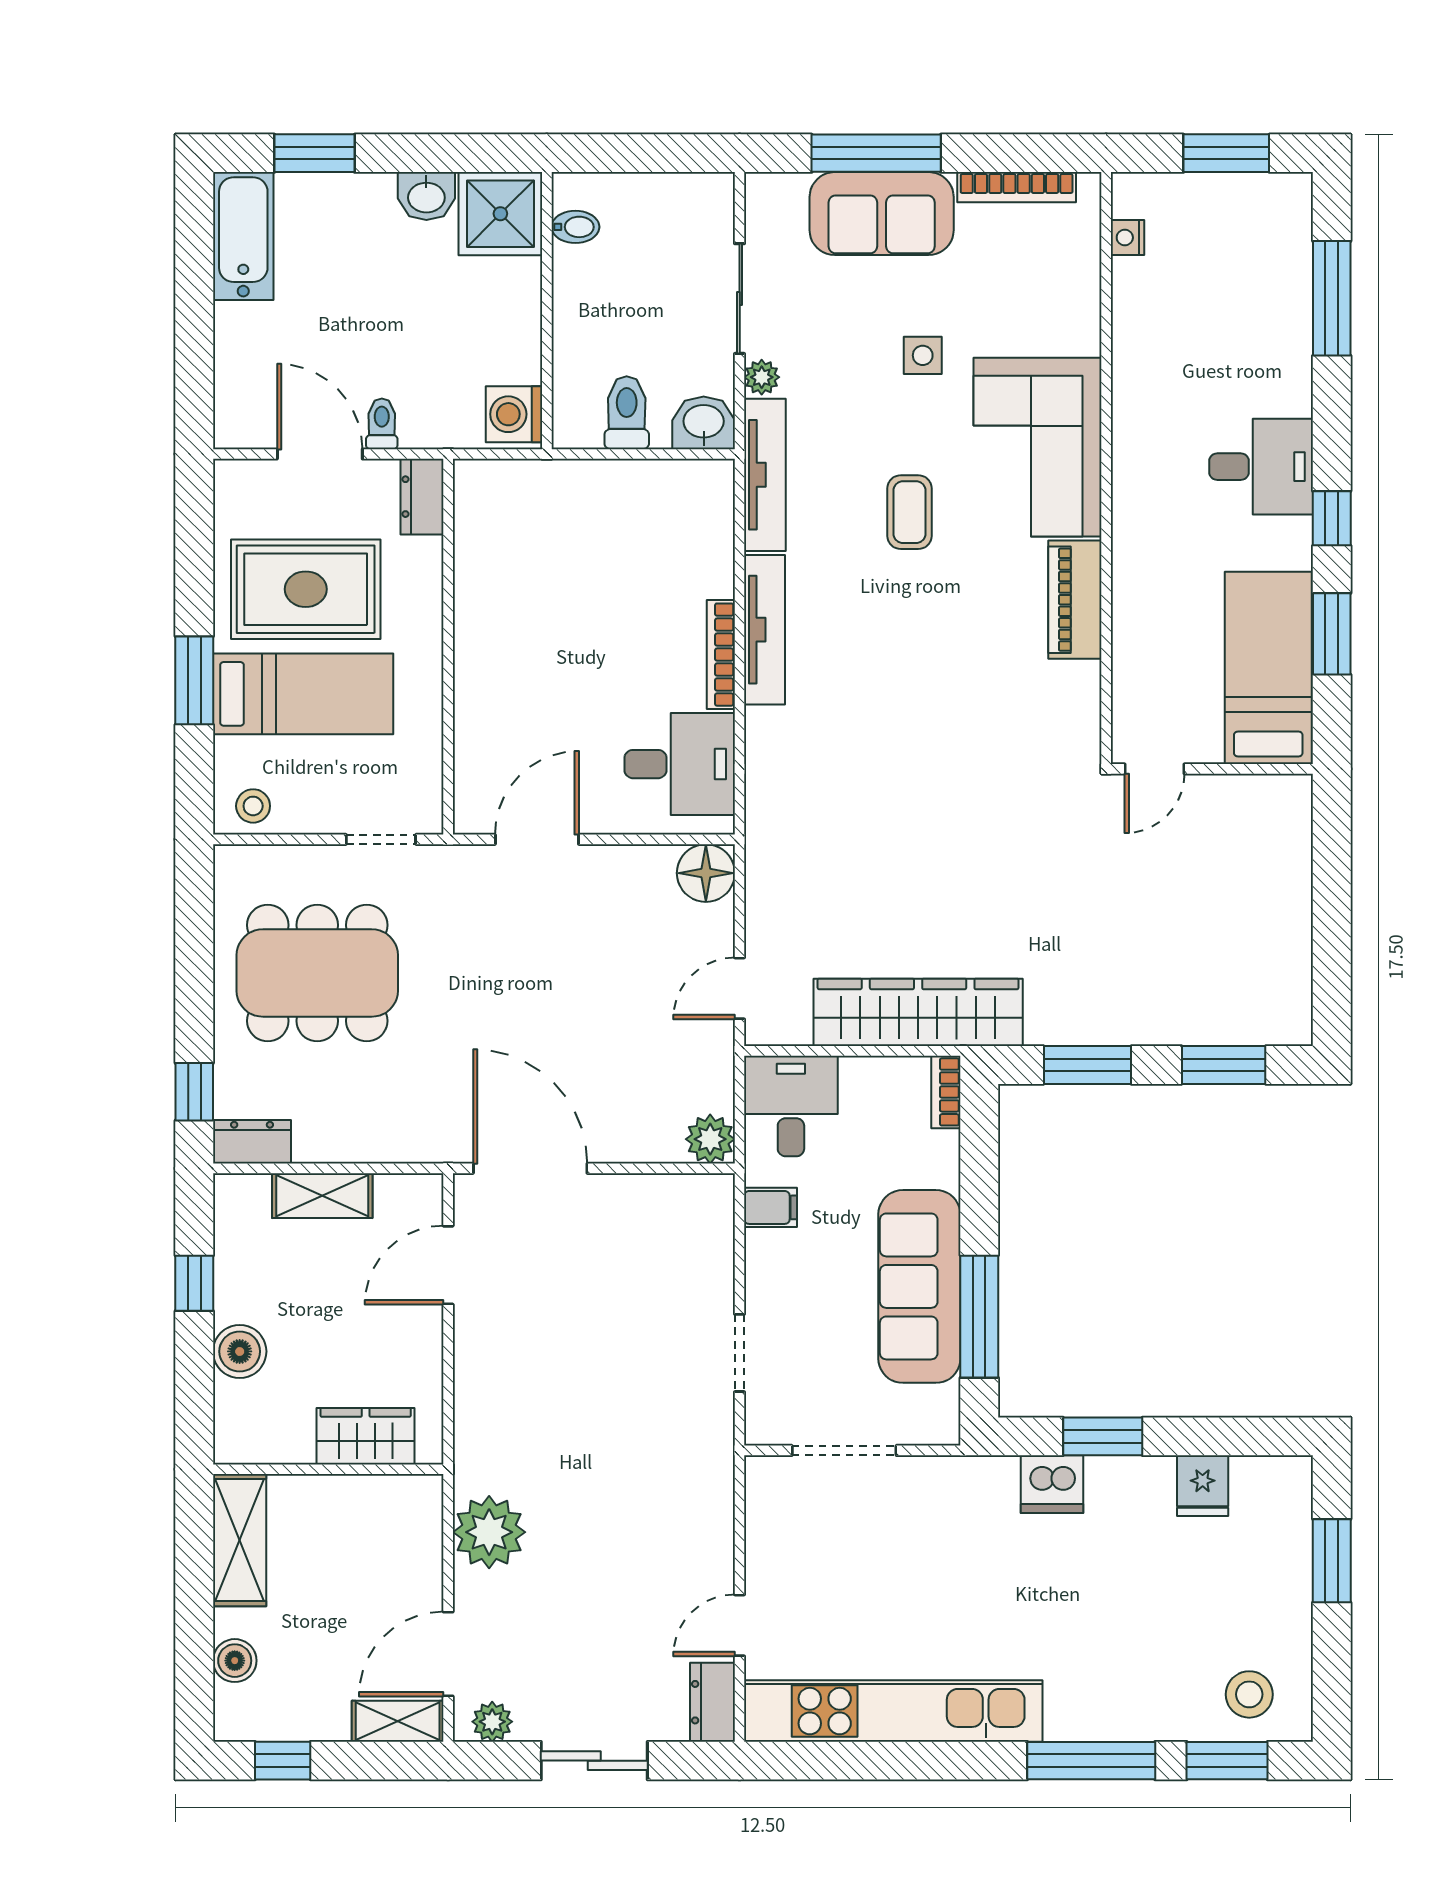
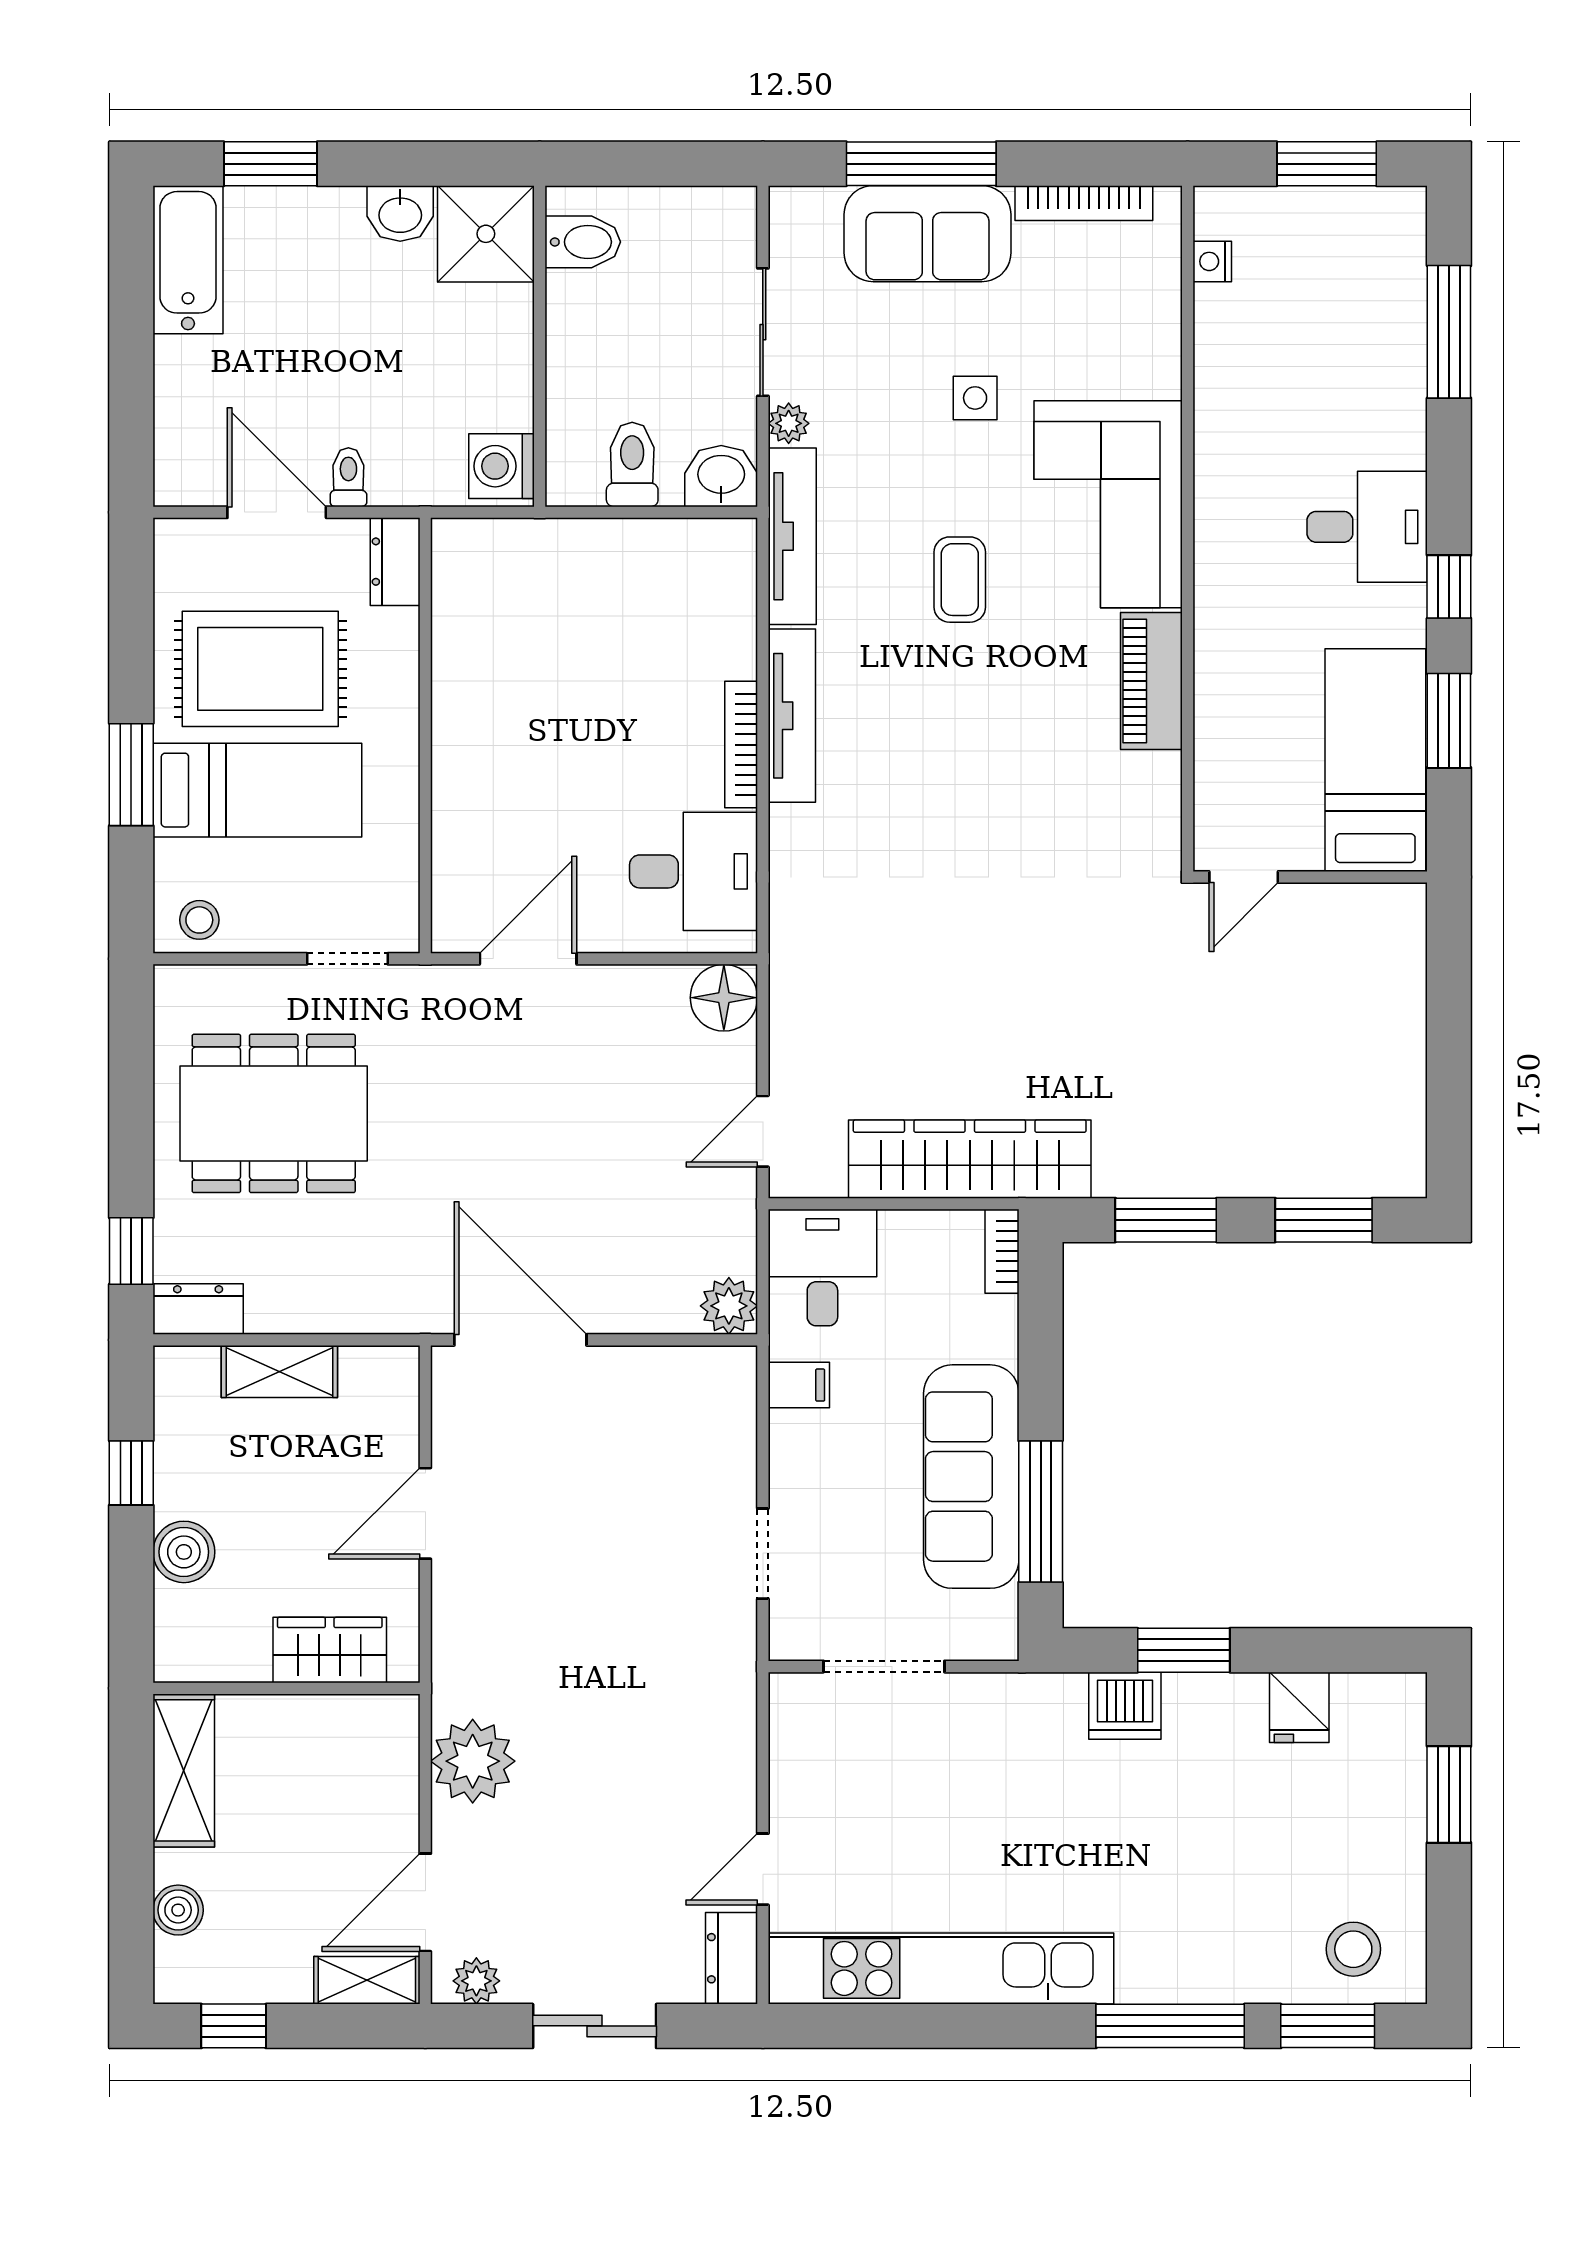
bidet: (575, 227) -> (583, 242), width x1.38, depth x1.36
door: (448, 1265) -> (425, 1513), moved

